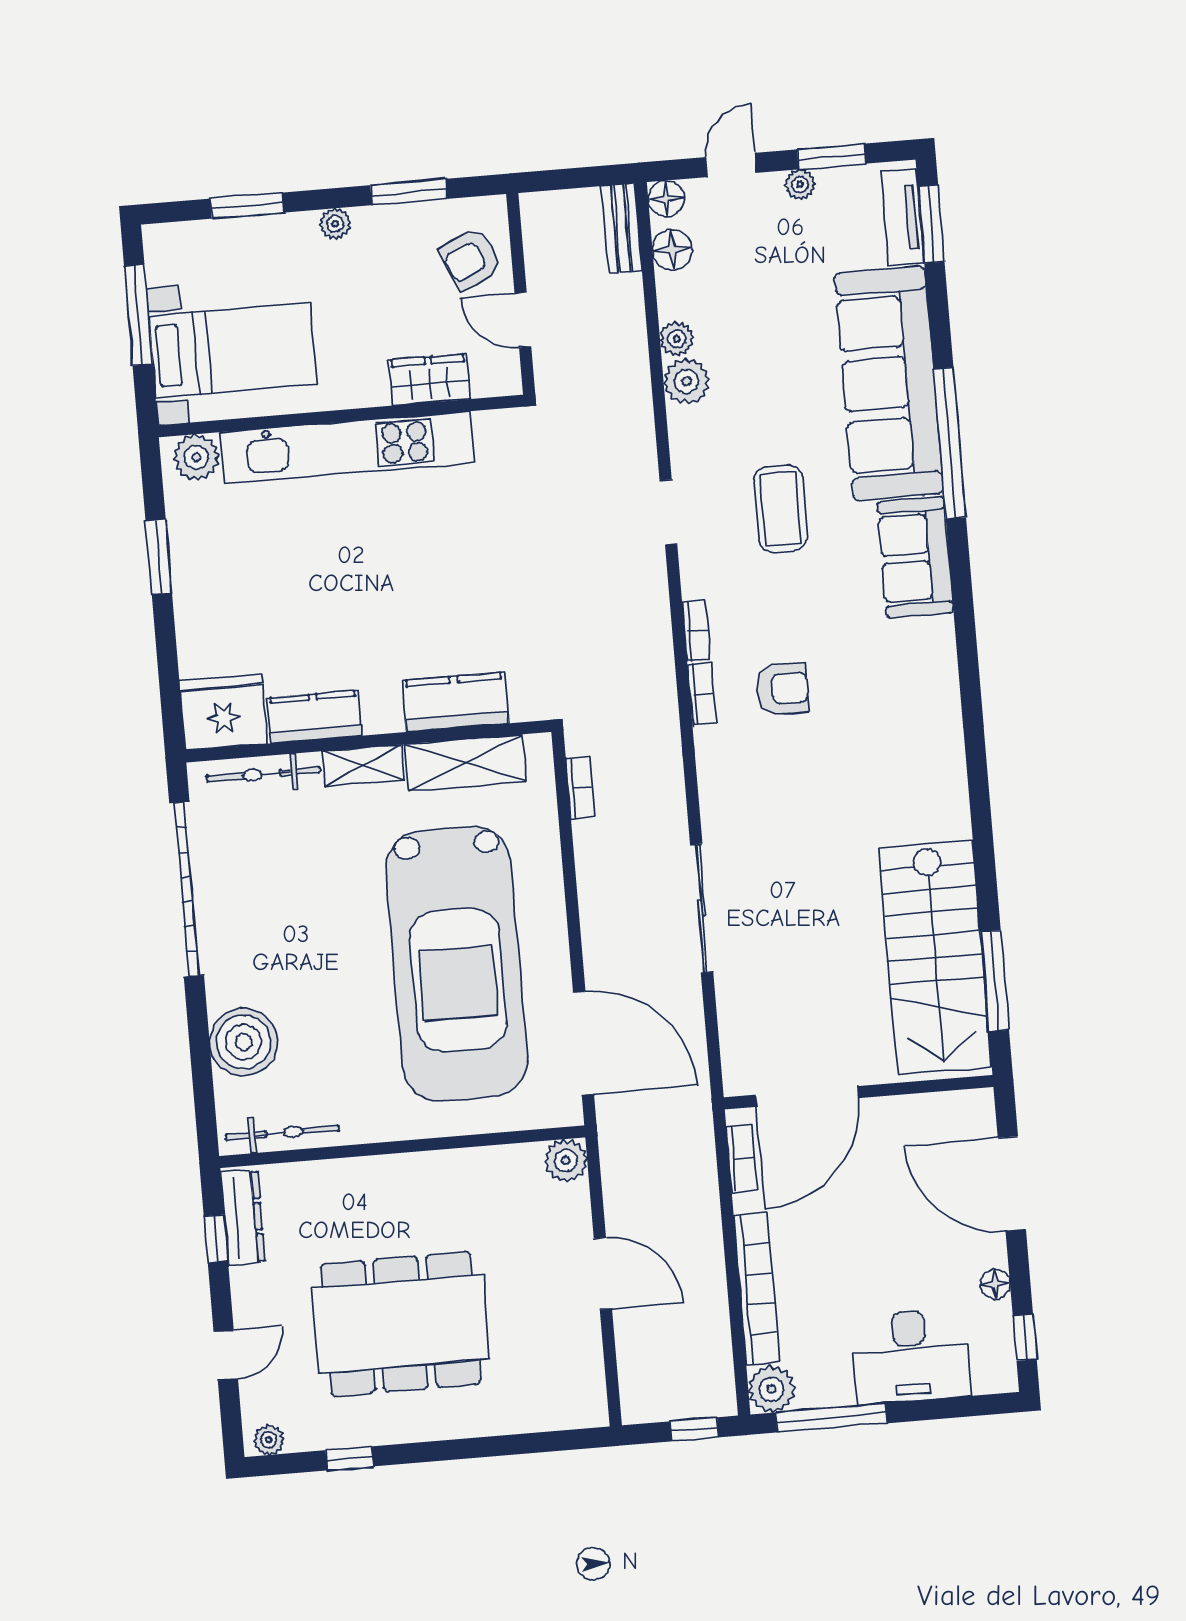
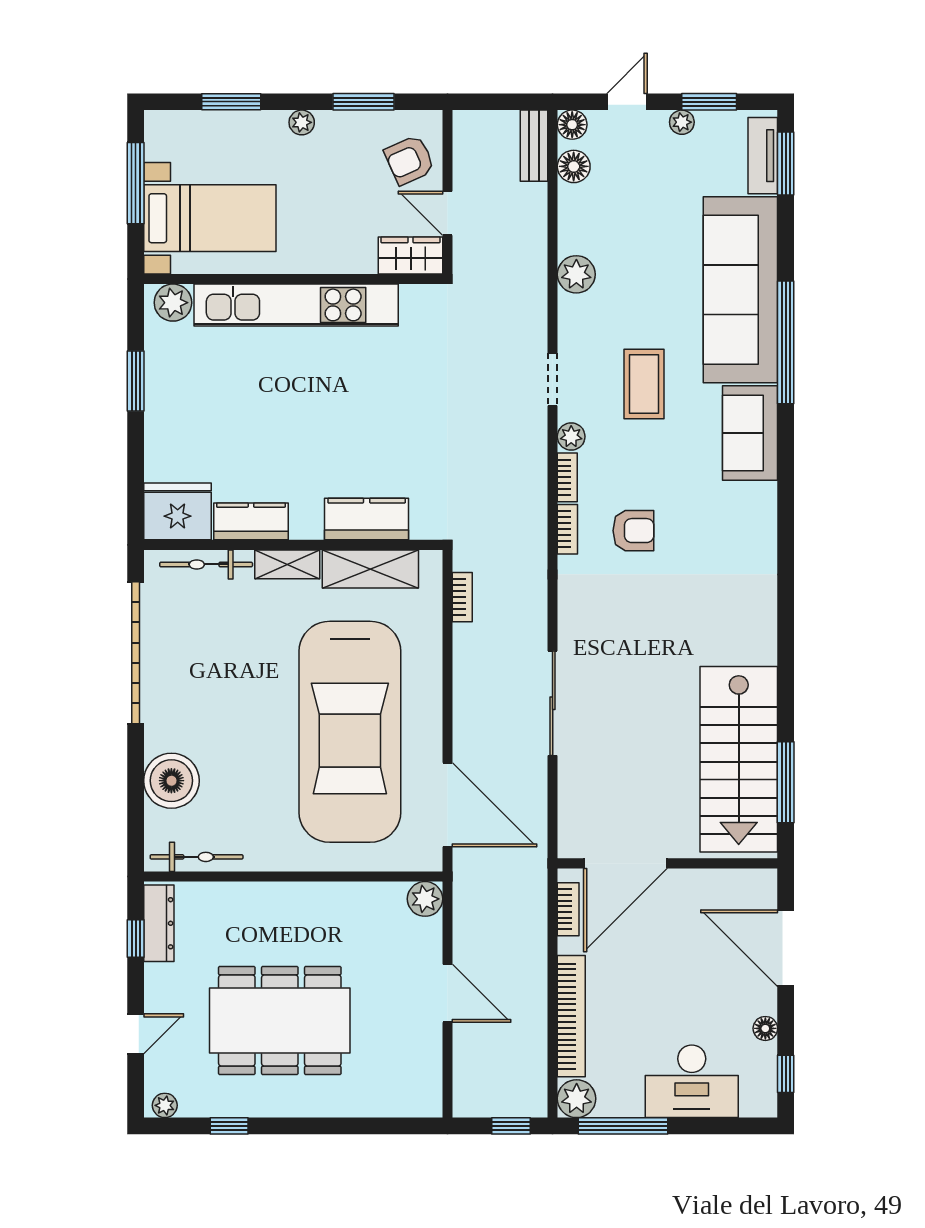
plant: (677, 339) -> (571, 437), moved
wardrobe: (429, 380) -> (411, 255), moved

